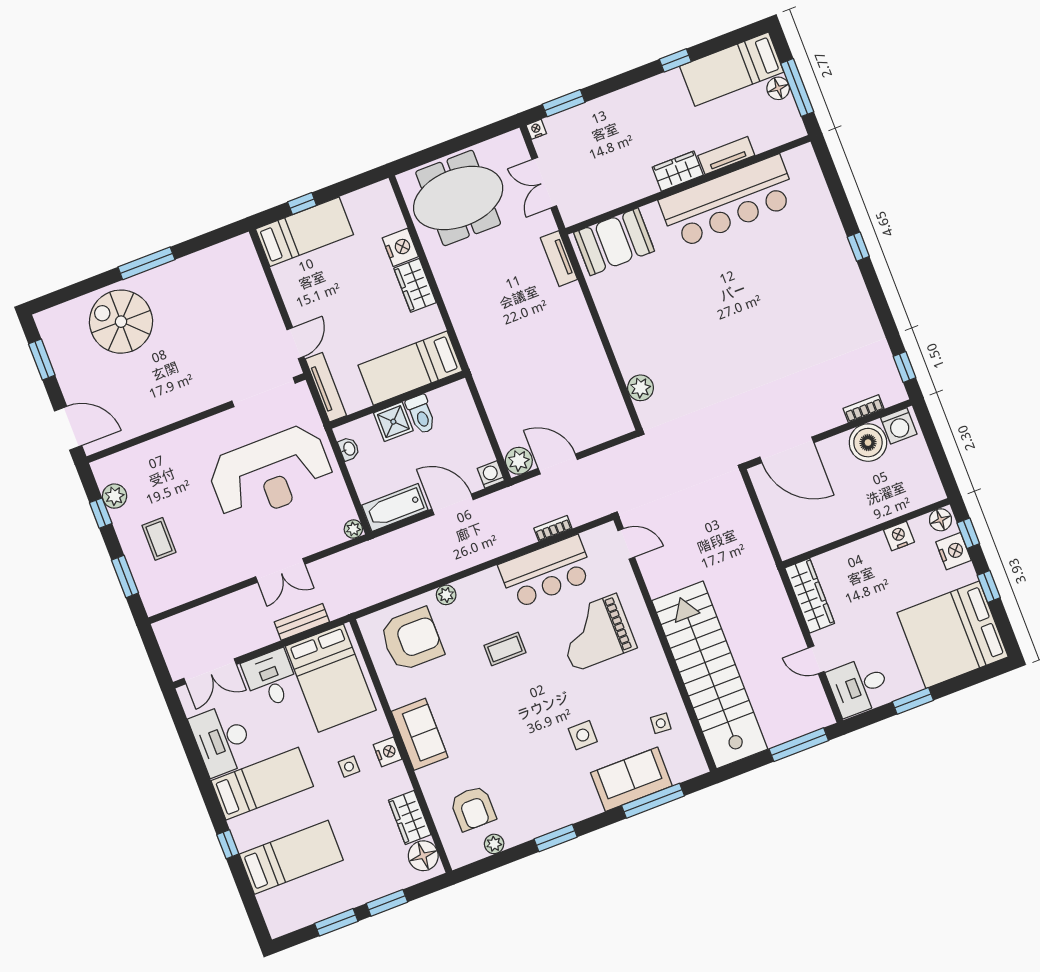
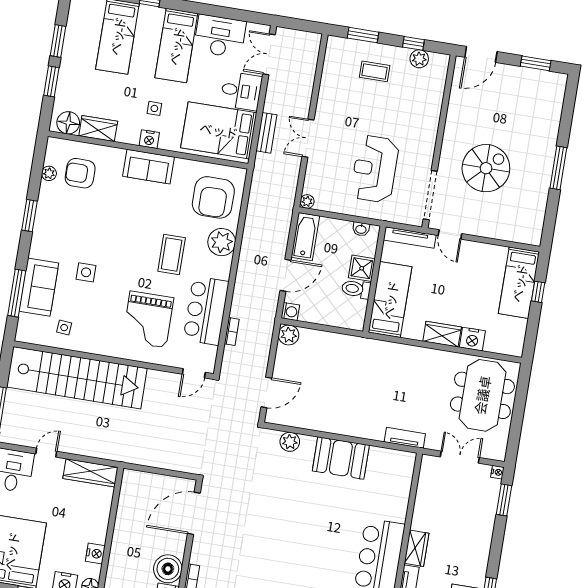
booth: (614, 242) -> (341, 458), moved, turned 90
spiral stairs: (121, 322) -> (486, 168), moved
door: (558, 464) -> (266, 392), moved
reception desk: (271, 473) -> (375, 169), width x0.74, depth x0.77
plant: (446, 595) -> (222, 242), width x1.88, depth x1.88
grand piano: (595, 633) -> (148, 319), turned 180
coffee table: (505, 649) -> (172, 254), width x1.36, depth x1.30

